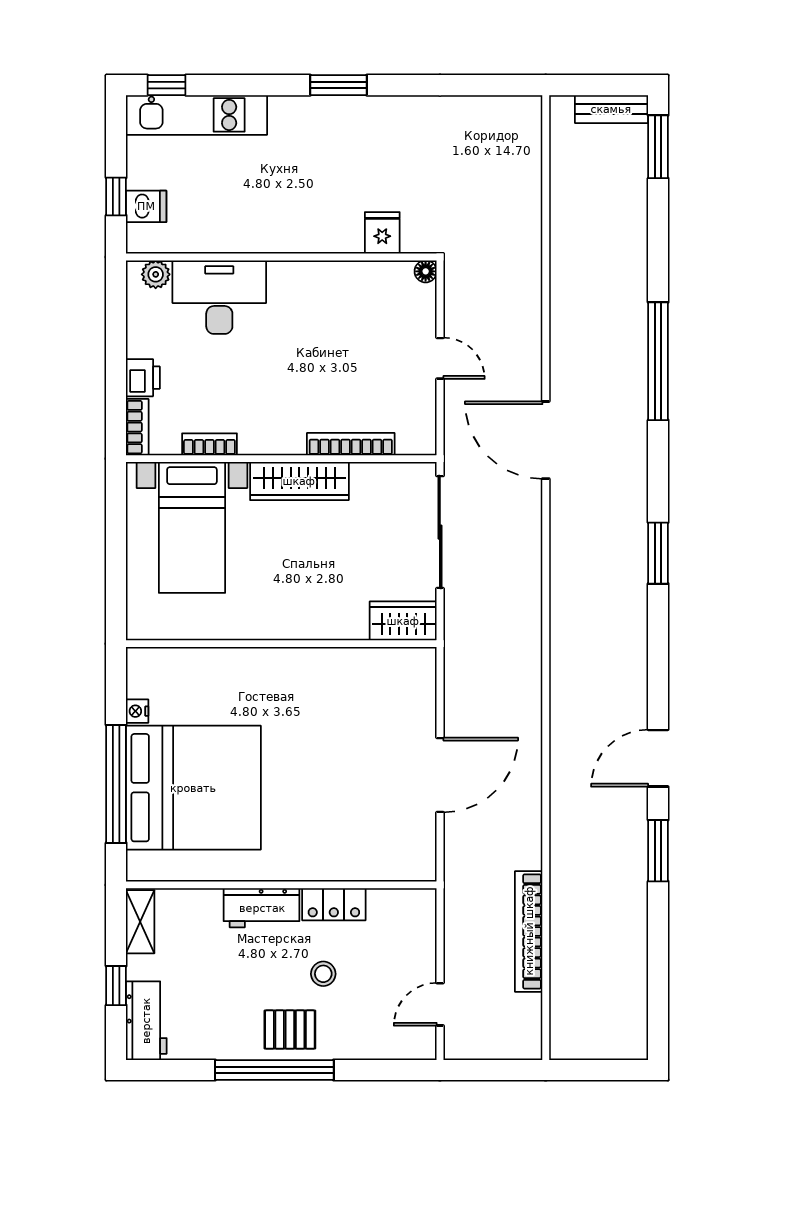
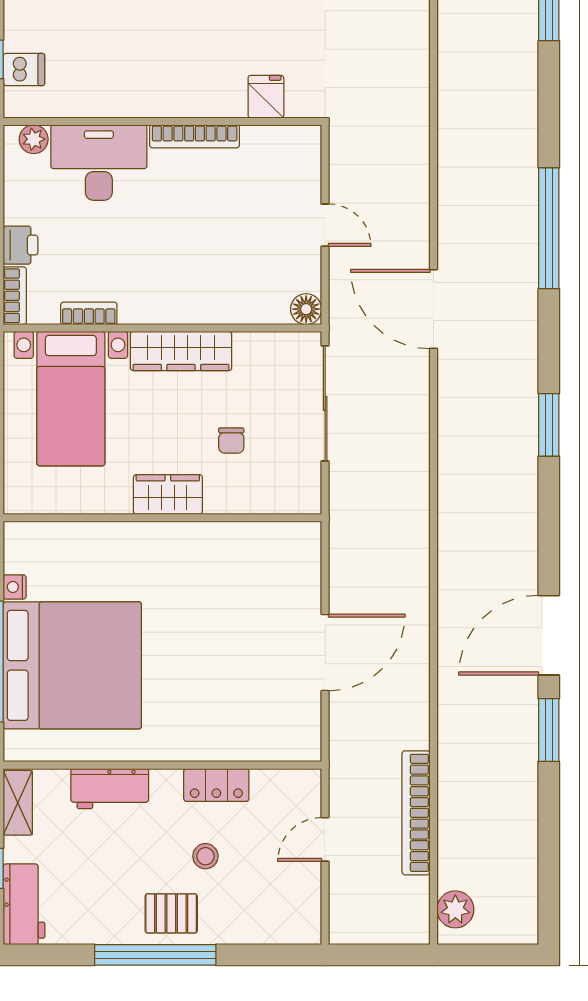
floor lamp: (426, 271) -> (306, 309), moved, width x1.37, depth x1.37
bookcase: (351, 444) -> (195, 136), moved, turned 180
chair: (348, 568) -> (231, 441), added
wardrobe: (403, 621) -> (168, 494), moved
door: (658, 758) -> (549, 635), width x1.36
workbench: (262, 908) -> (110, 789), moved
door: (440, 1004) -> (325, 839), moved
plant: (567, 1026) -> (455, 909), added

